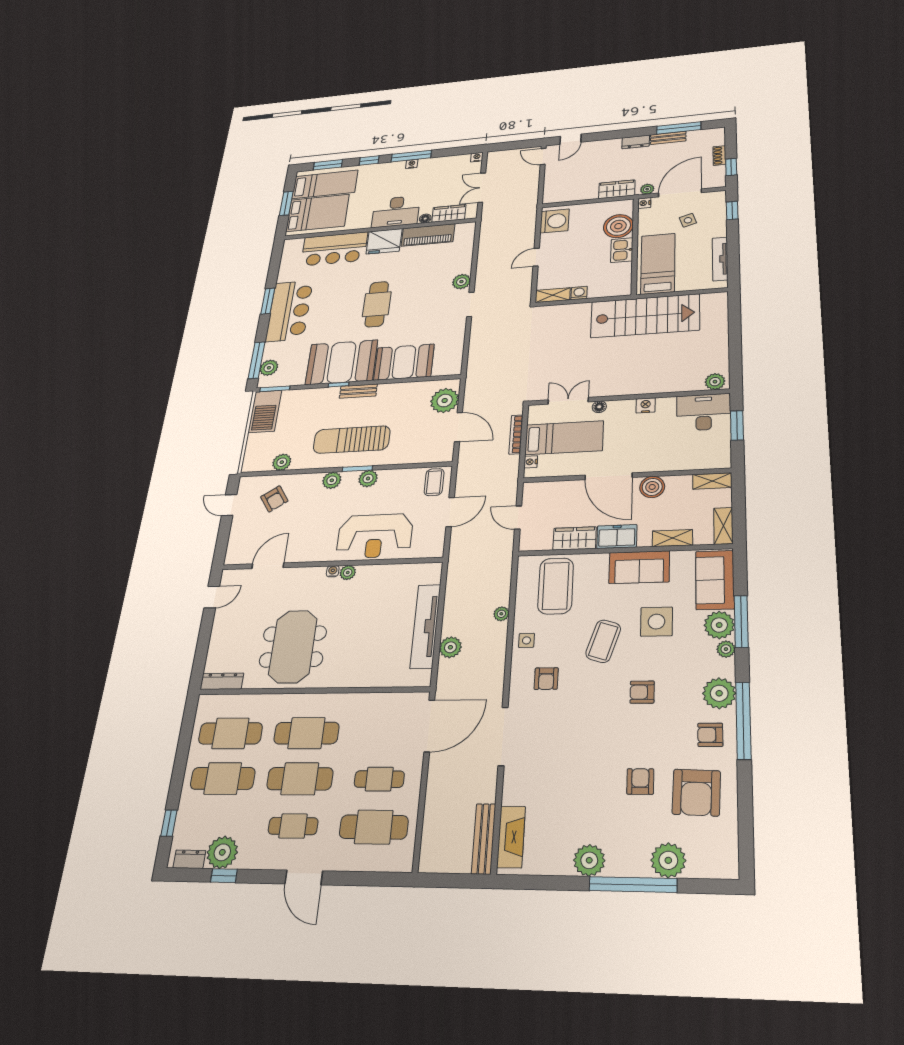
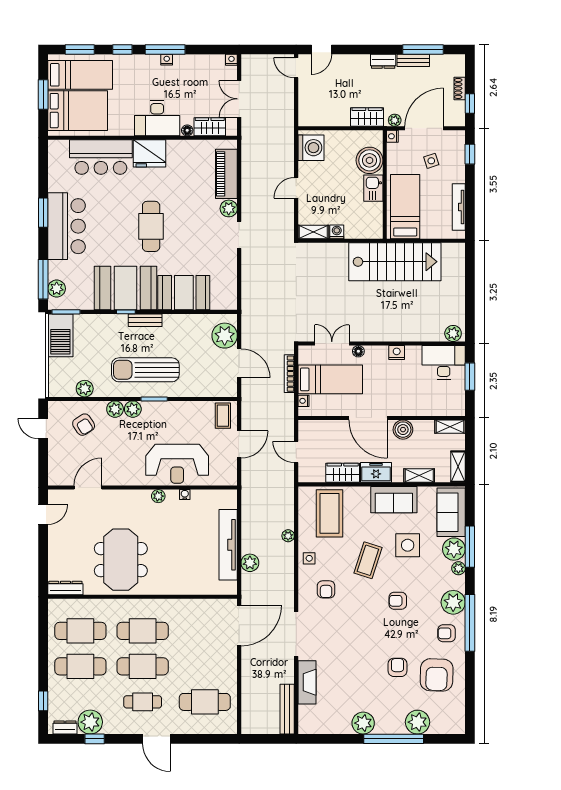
piano: (428, 235) -> (226, 174), moved, turned 90
plant: (368, 479) -> (115, 409), moved
water cooler: (333, 571) -> (185, 495), moved
cafe table: (379, 779) -> (205, 666), removed
fireplace: (511, 837) -> (307, 682), moved

